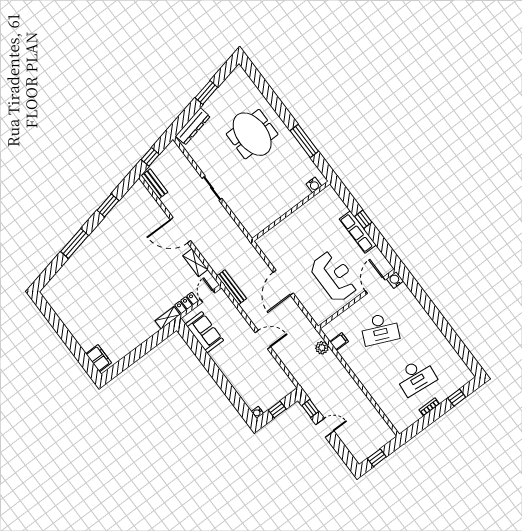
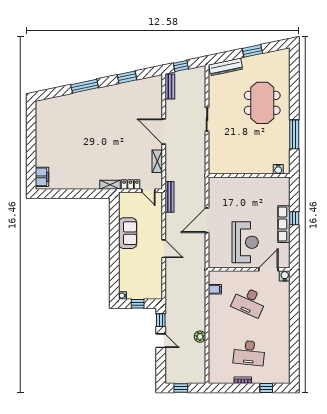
door: (208, 296) -> (148, 191), swing flipped
sofa: (204, 332) -> (128, 233), moved
plant: (322, 348) -> (200, 337), moved

